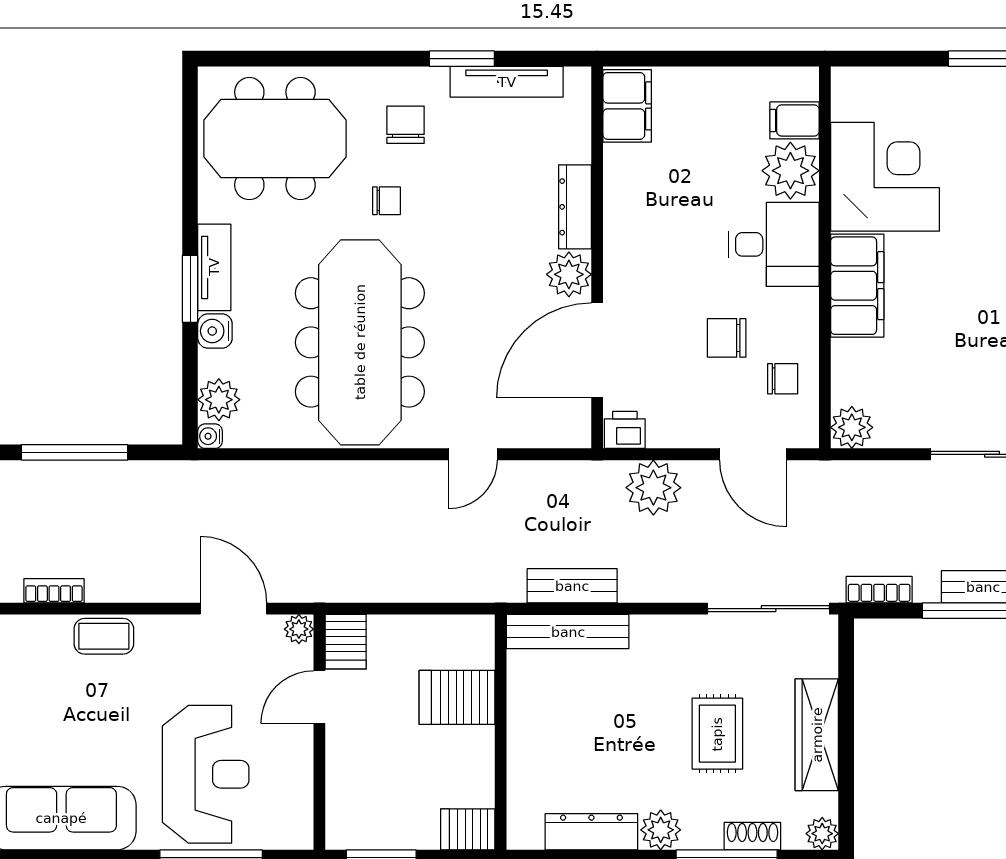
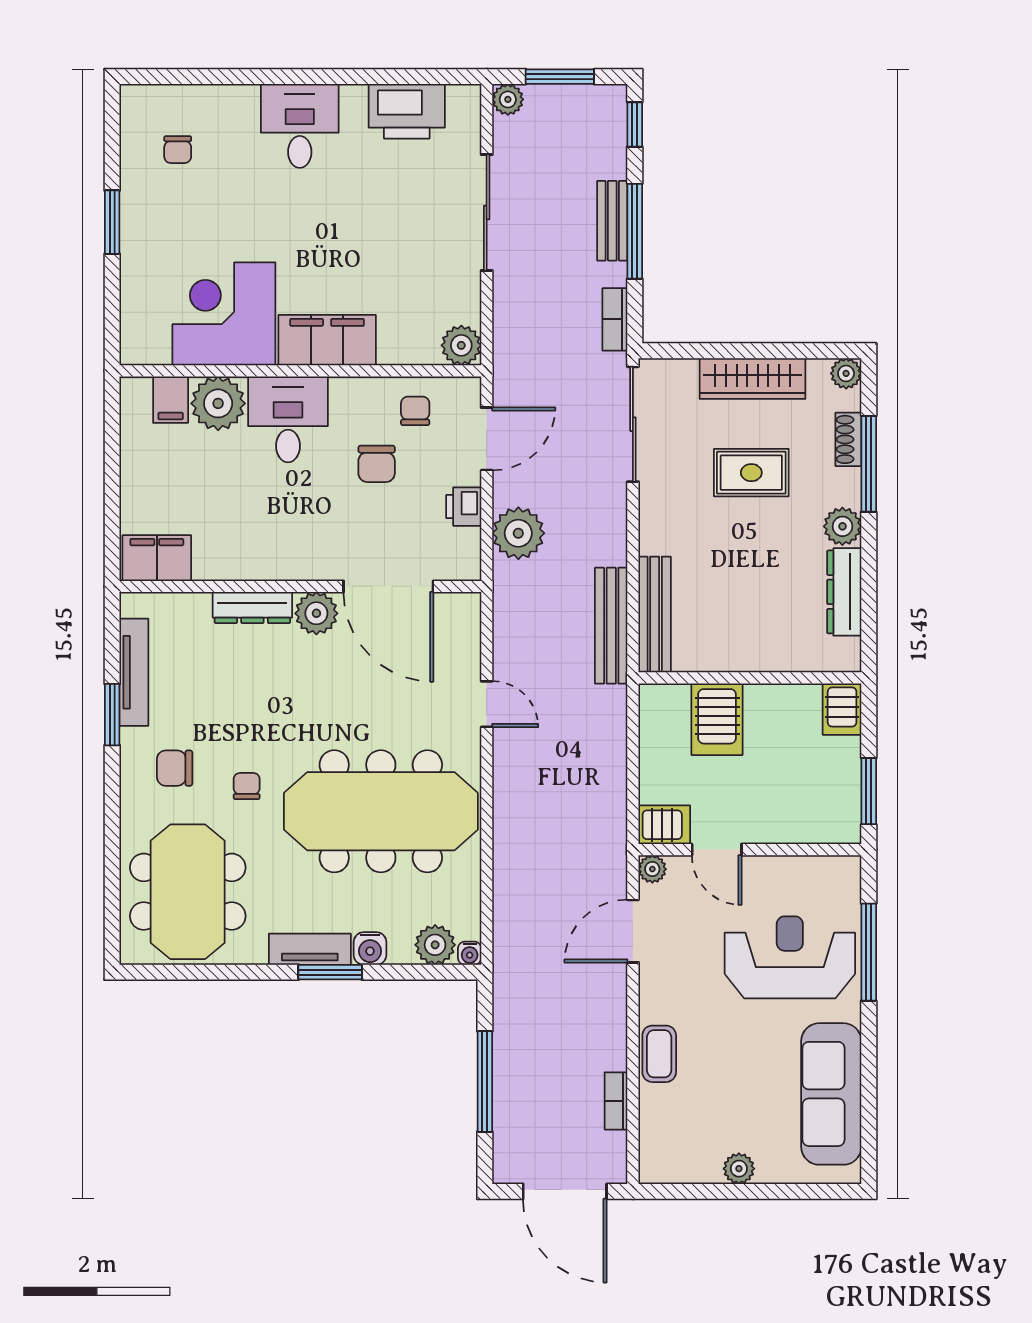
printer: (625, 430) -> (464, 507), moved
bench: (572, 586) -> (611, 626), width x1.36

